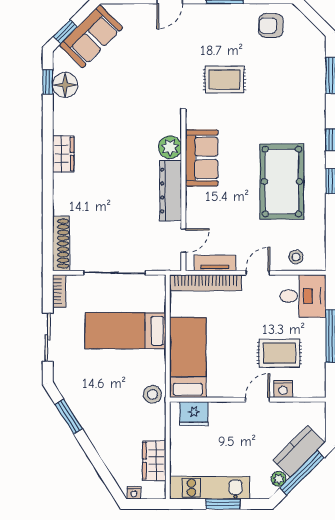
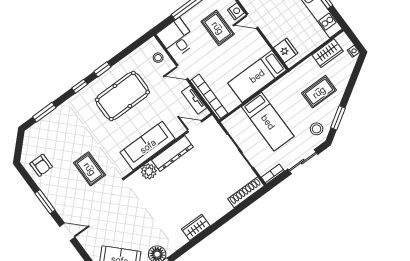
sofa: (202, 158) -> (148, 146), width x1.36
stool: (152, 394) -> (317, 129), moved
rug: (116, 417) -> (319, 92), added

